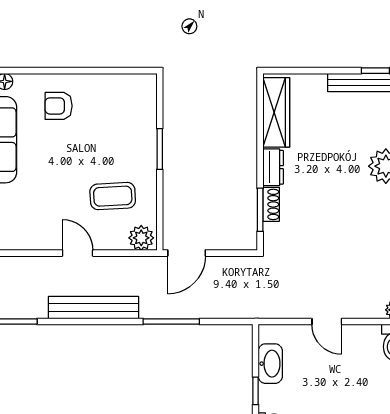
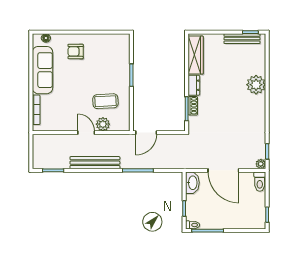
plant: (141, 238) -> (103, 124), moved
door: (327, 322) -> (223, 170), width x1.88
washbasin: (270, 364) -> (192, 183), moved

